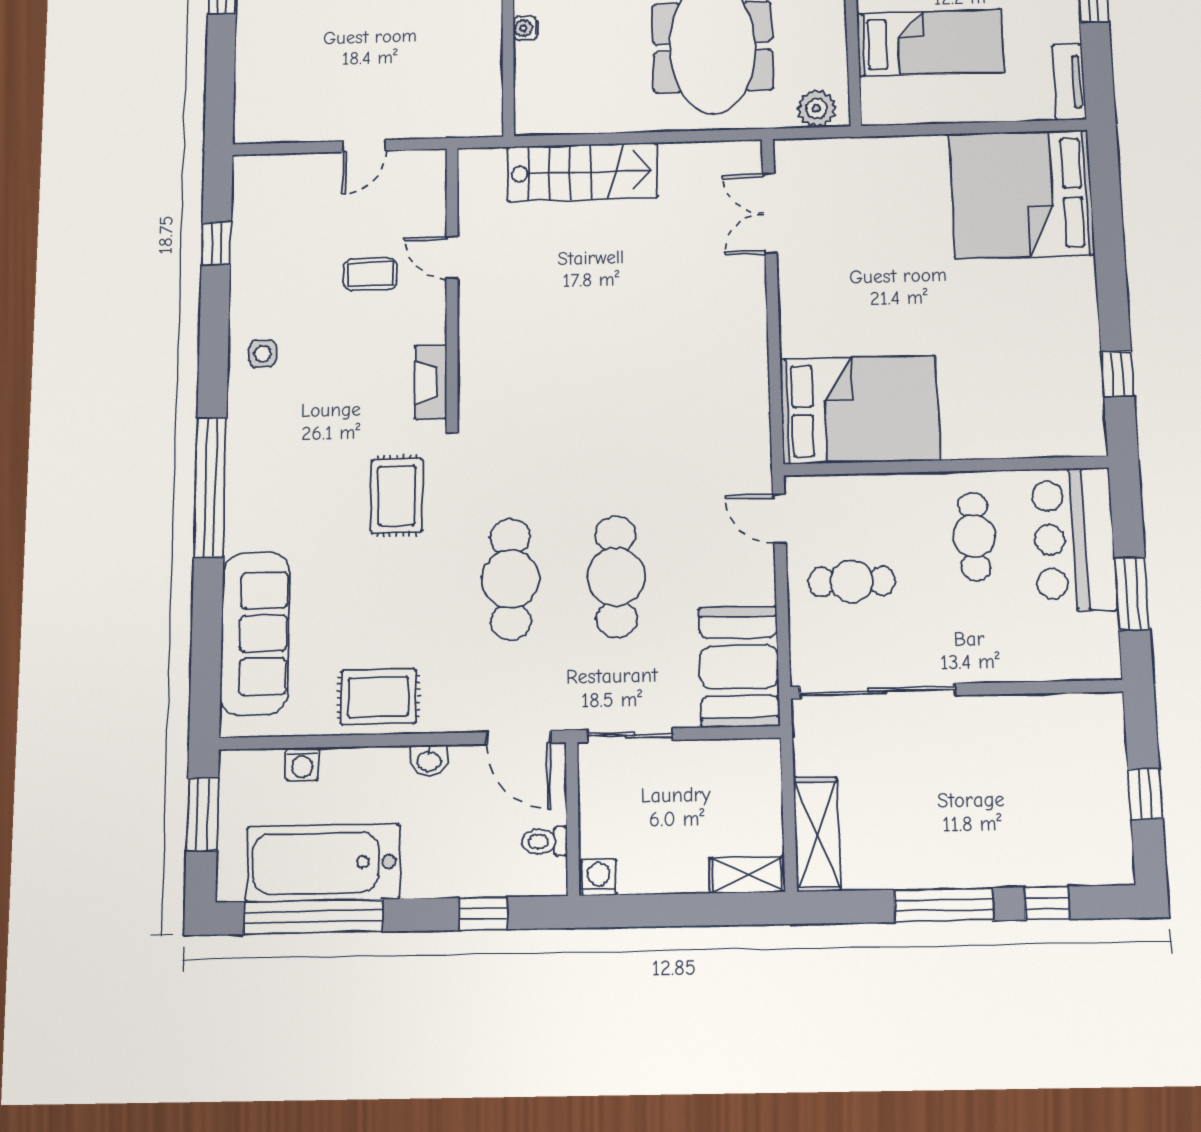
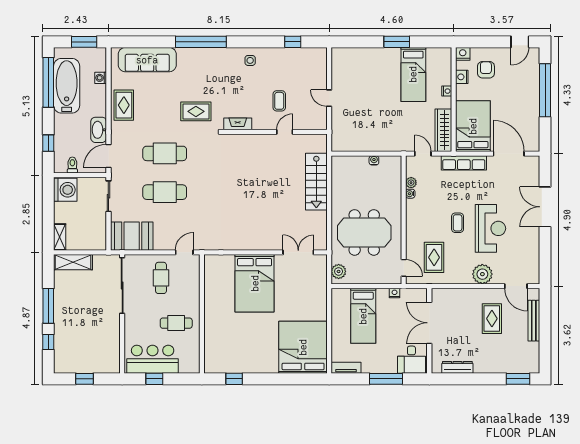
bed: (859, 410) -> (255, 283), moved
bar counter: (1074, 539) -> (153, 359), moved
window: (1132, 594) -> (154, 379), width x0.67
washbasin: (429, 761) -> (99, 130), width x1.91, depth x1.45
washing machine: (599, 877) -> (65, 190), width x1.89, depth x1.89

